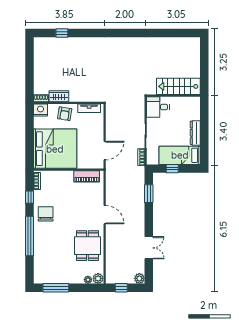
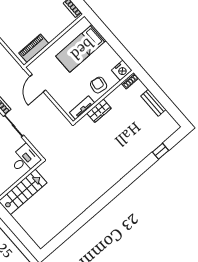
bench: (38, 70) -> (153, 103), added
wardrobe: (59, 96) -> (99, 111), moved
bed: (55, 149) -> (81, 48), width x0.49

